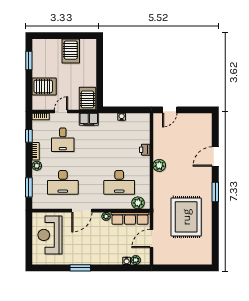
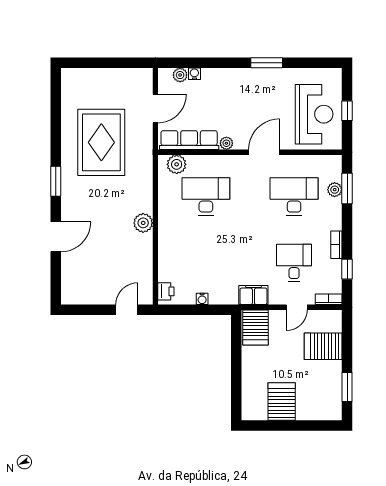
printer: (145, 150) -> (166, 291), moved
plant: (37, 166) -> (335, 190), moved
window: (29, 237) -> (347, 111), added

